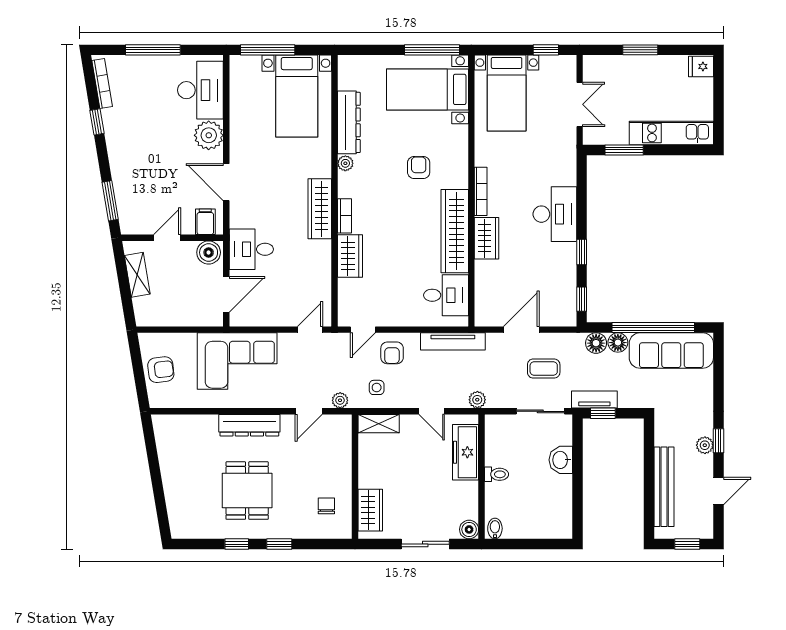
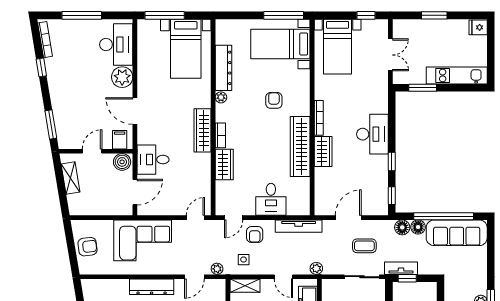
desk: (446, 295) -> (271, 199), moved, turned 90

